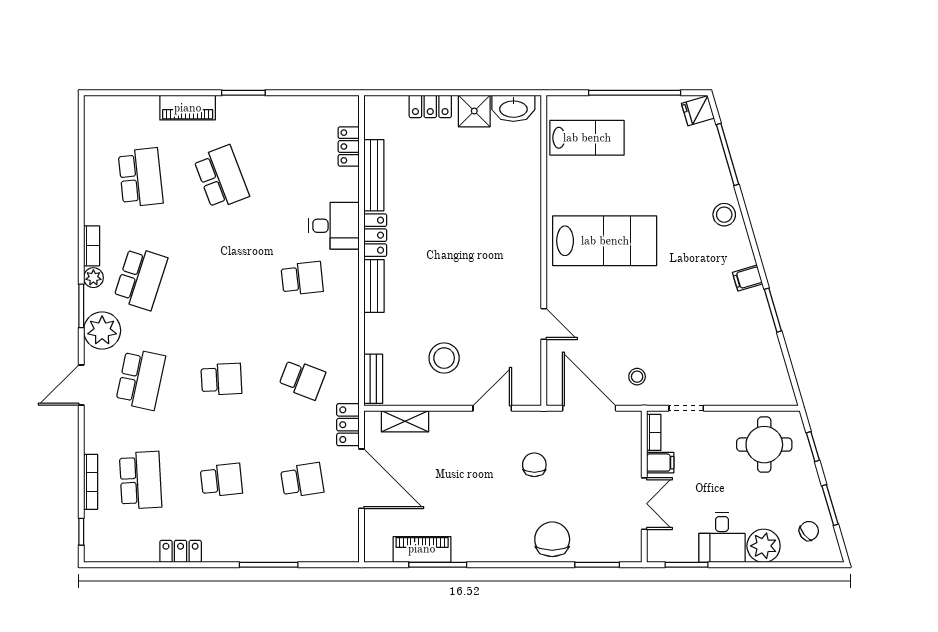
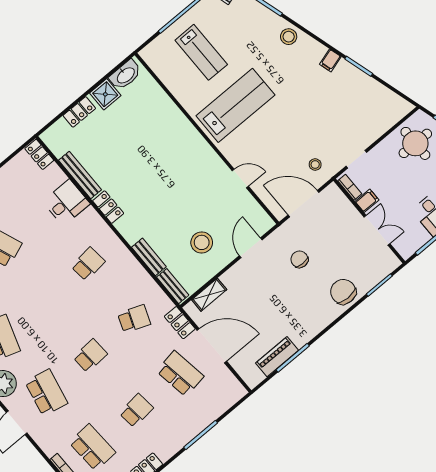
lab bench: (587, 138) -> (201, 52), moved, turned 90
locker: (349, 147) -> (39, 154), moved
desk: (334, 226) -> (66, 203), moved
bench: (374, 286) -> (149, 257), moved
school desk: (302, 480) -> (180, 374), width x1.85

